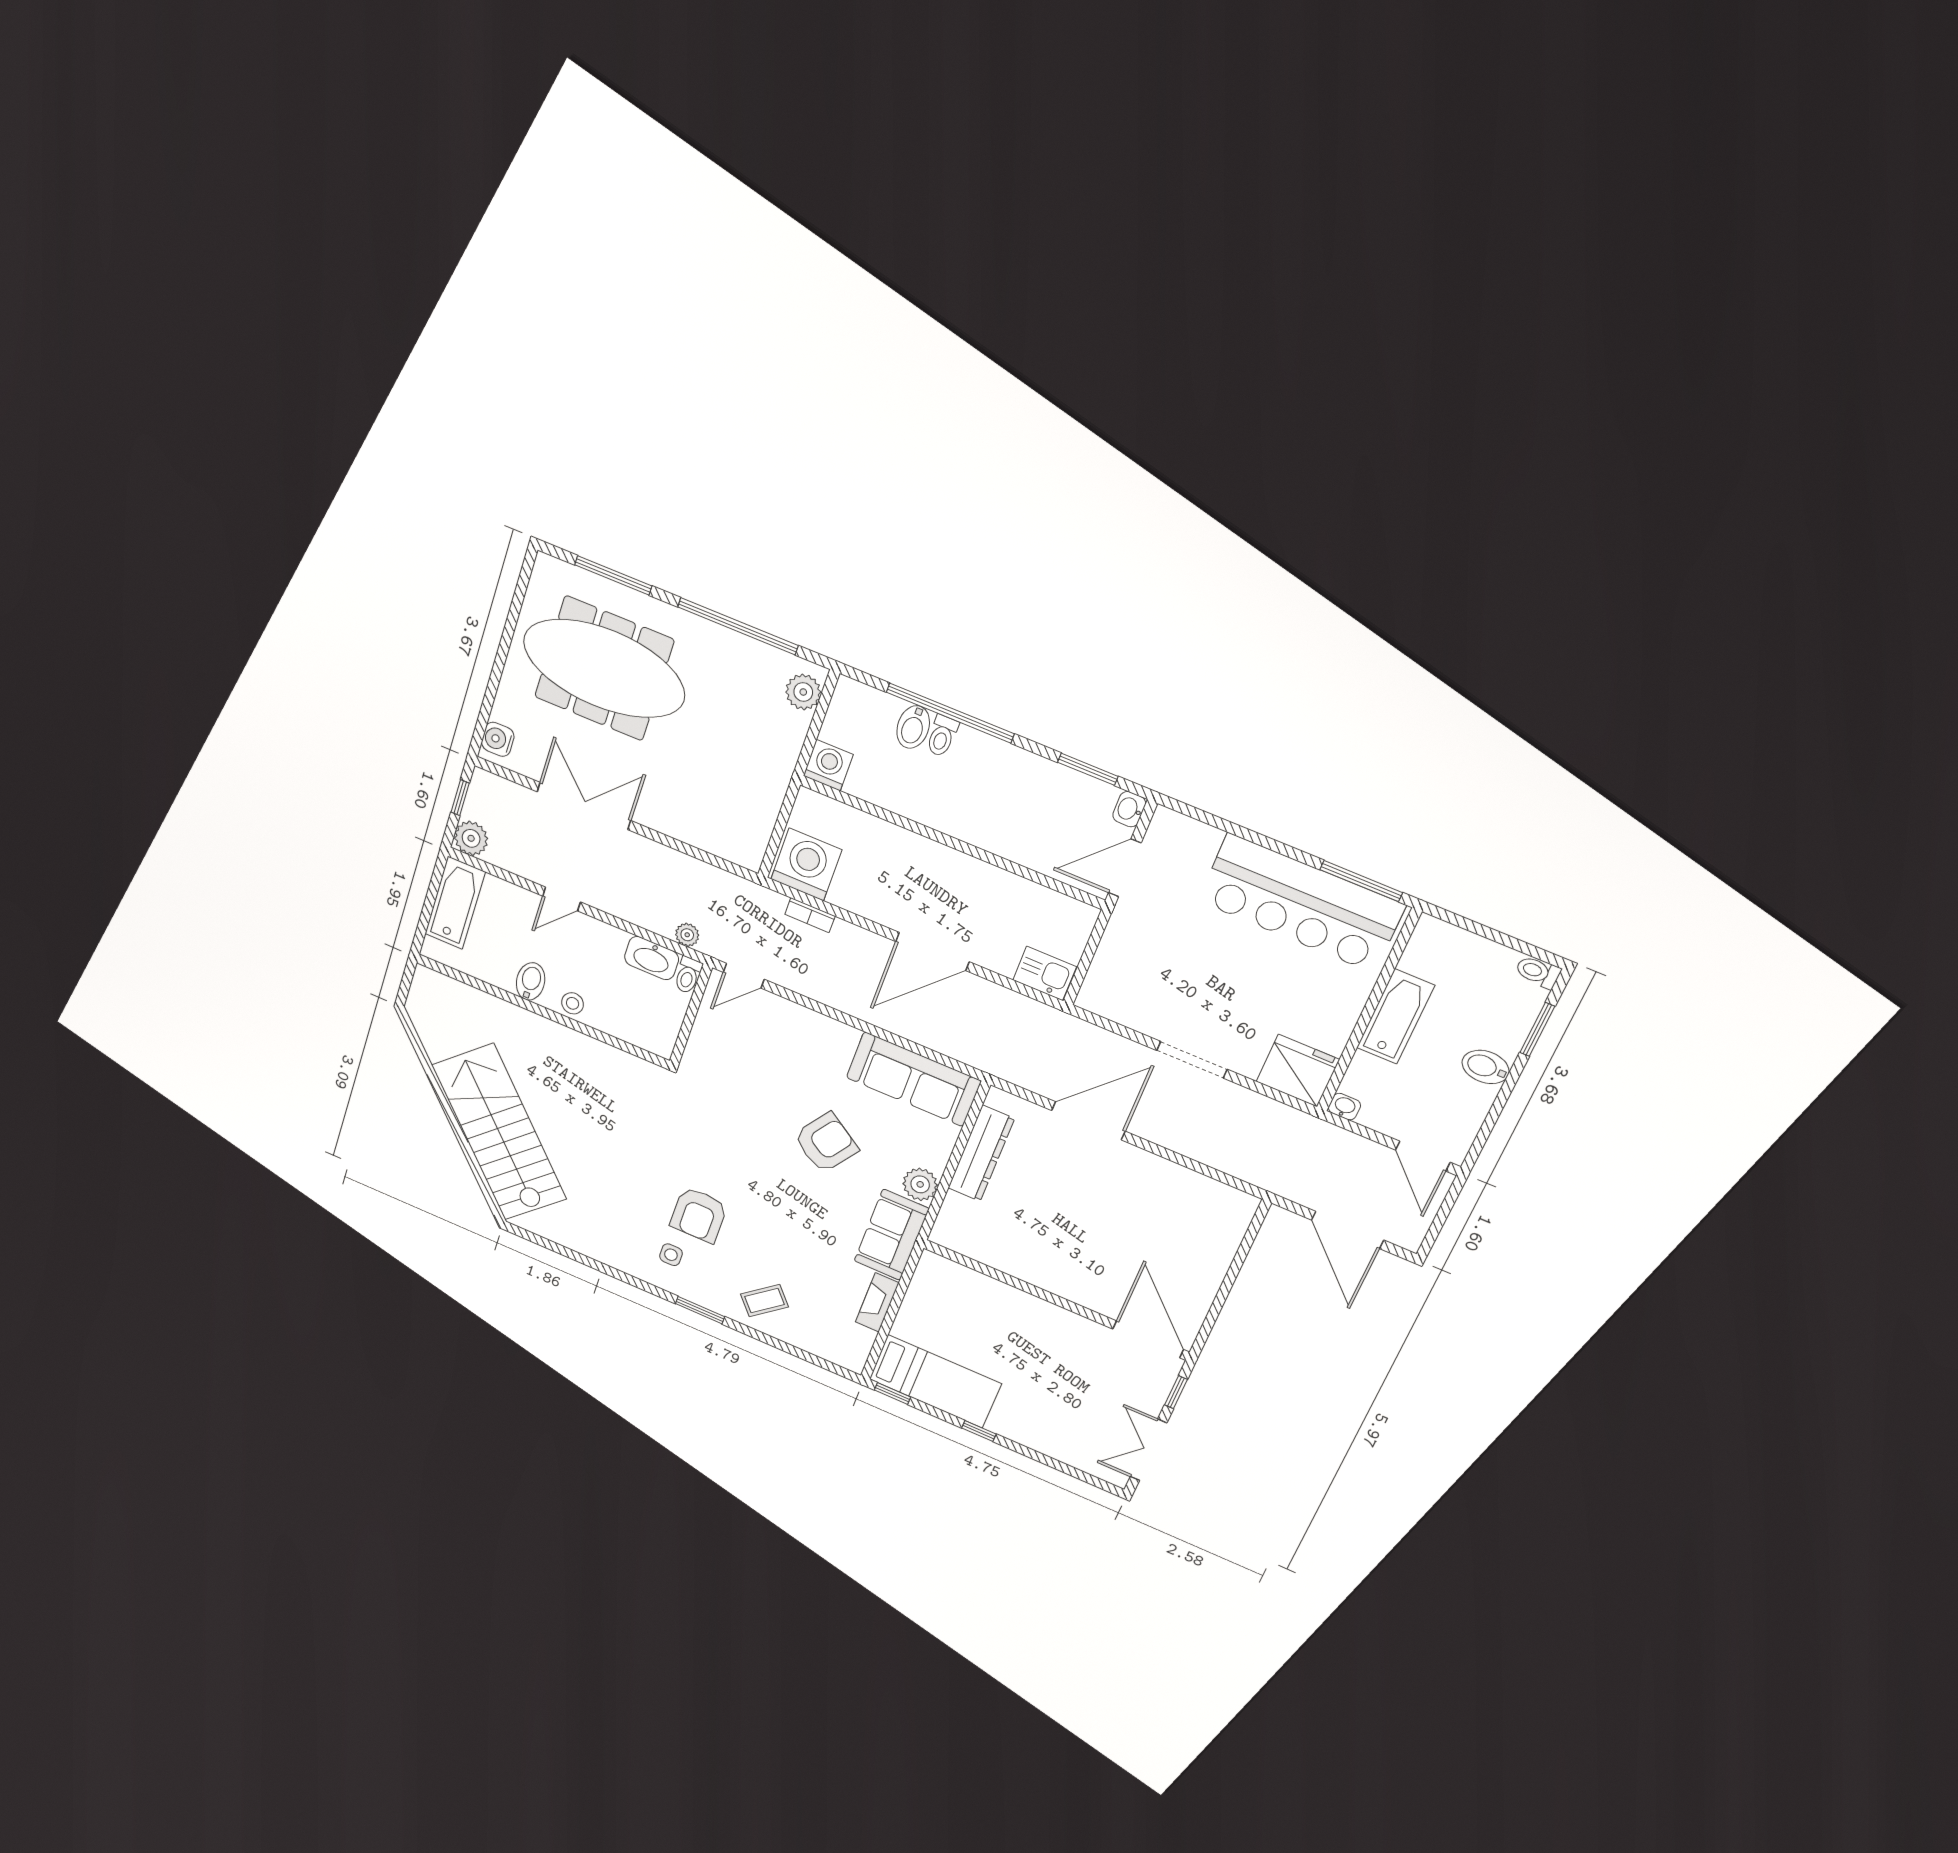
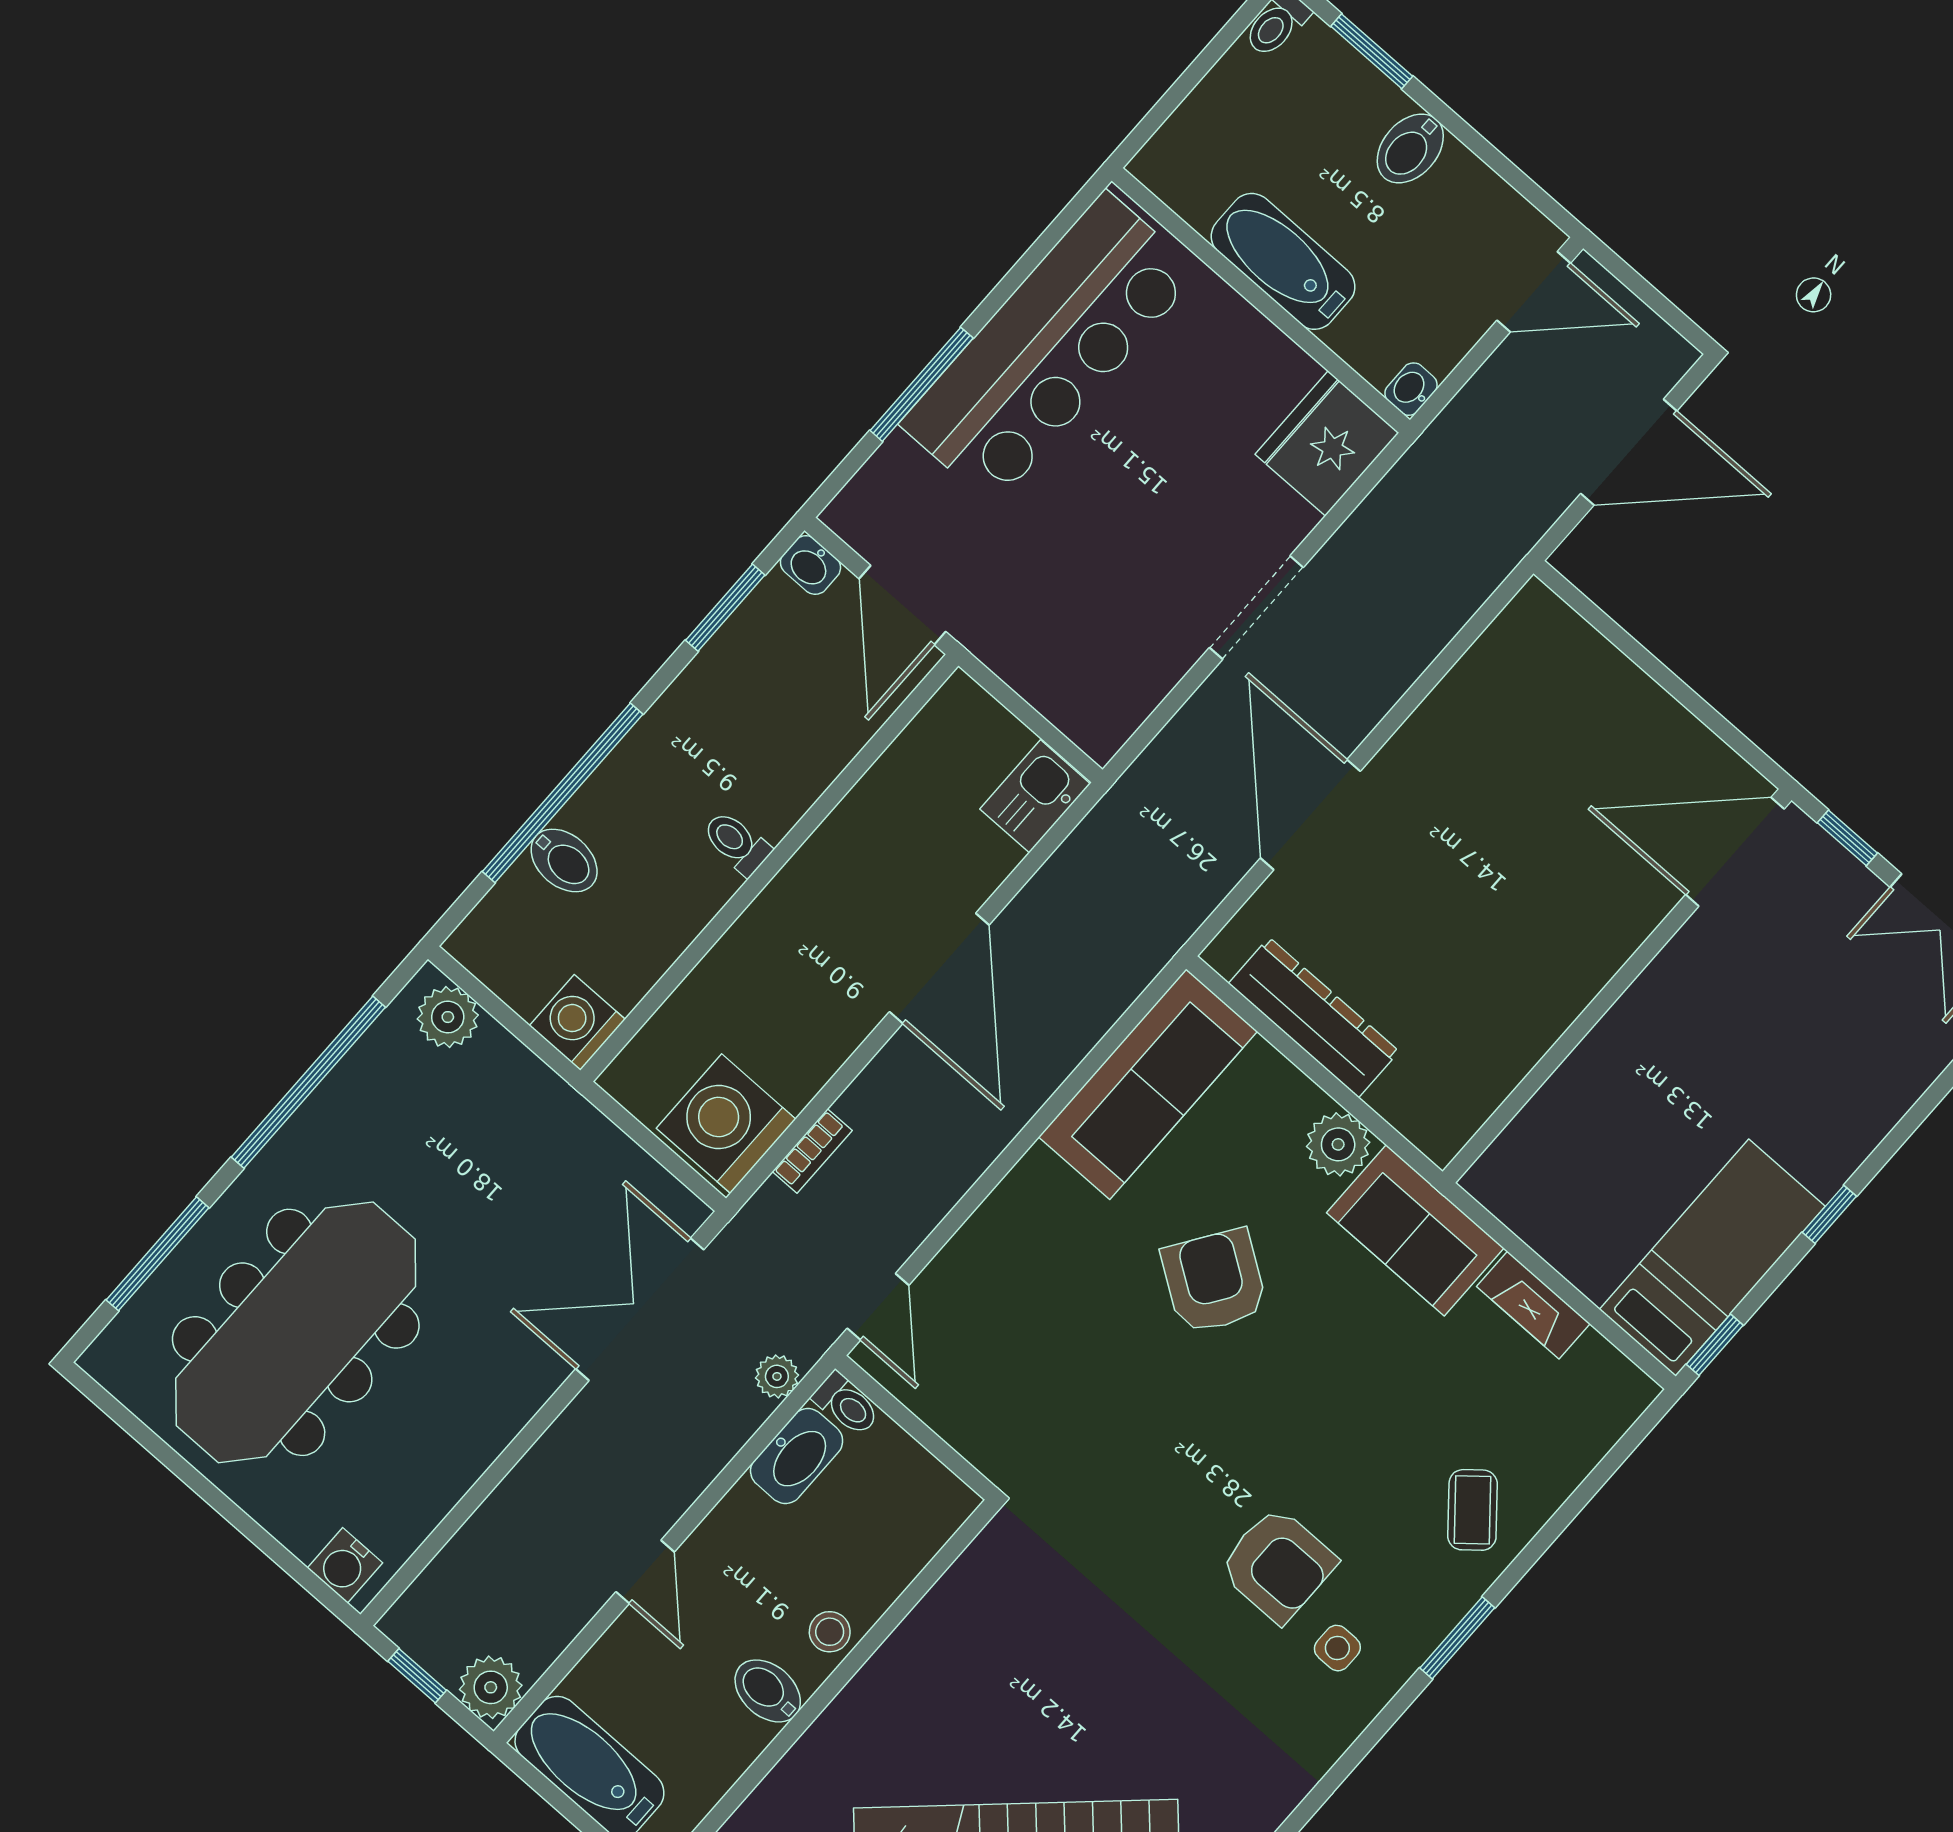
toilet: (942, 736) -> (737, 843), moved, turned 180
double door: (584, 806) -> (640, 1309), moved
window: (1361, 881) -> (922, 384), moved

